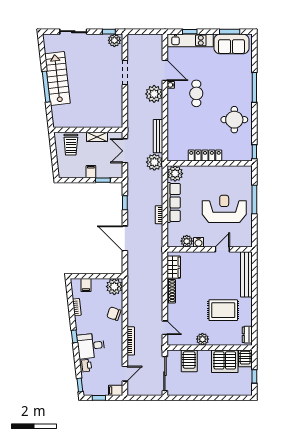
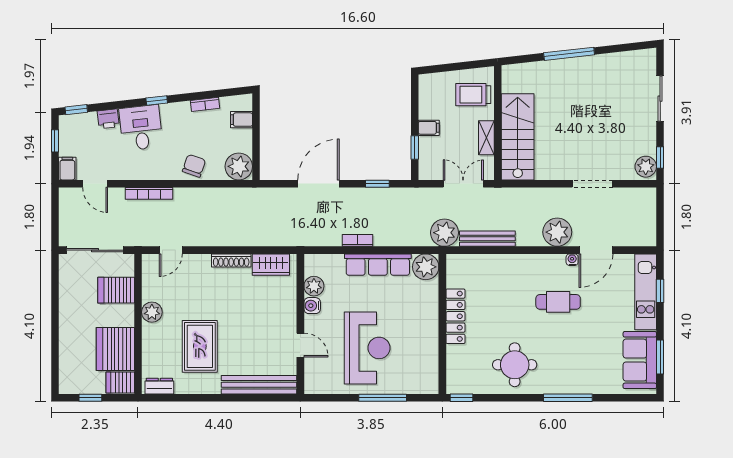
stairs: (57, 79) -> (518, 137), moved, turned -84

